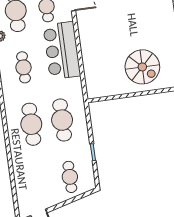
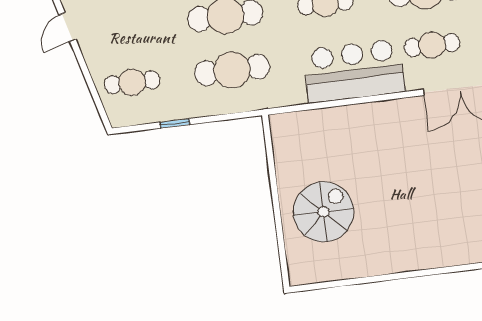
spiral stairs: (142, 67) -> (324, 212), turned 180

